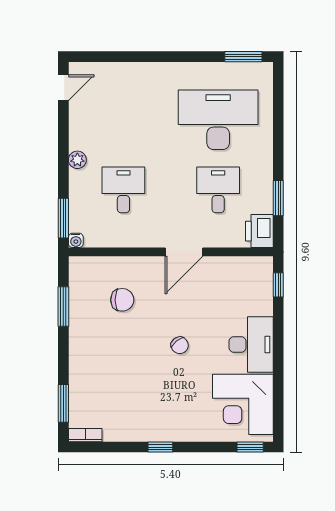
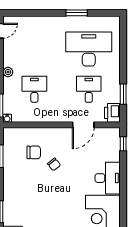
window: (243, 57) -> (77, 13), moved
door: (184, 252) -> (83, 125), moved
chair: (180, 345) -> (54, 164), moved

